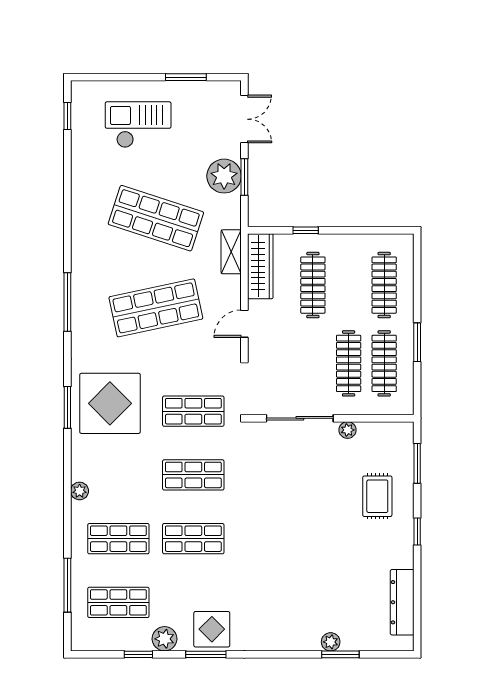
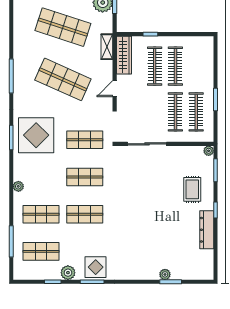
clothes rail: (384, 285) -> (175, 66), moved
shop shelf: (156, 308) -> (63, 79), turned 36
plant: (348, 430) -> (209, 151), moved
dresser: (402, 602) -> (207, 230), moved

